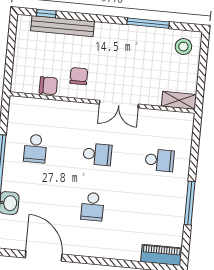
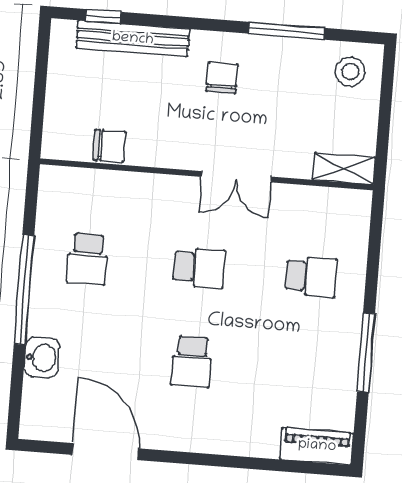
chair: (79, 76) -> (222, 78), moved

